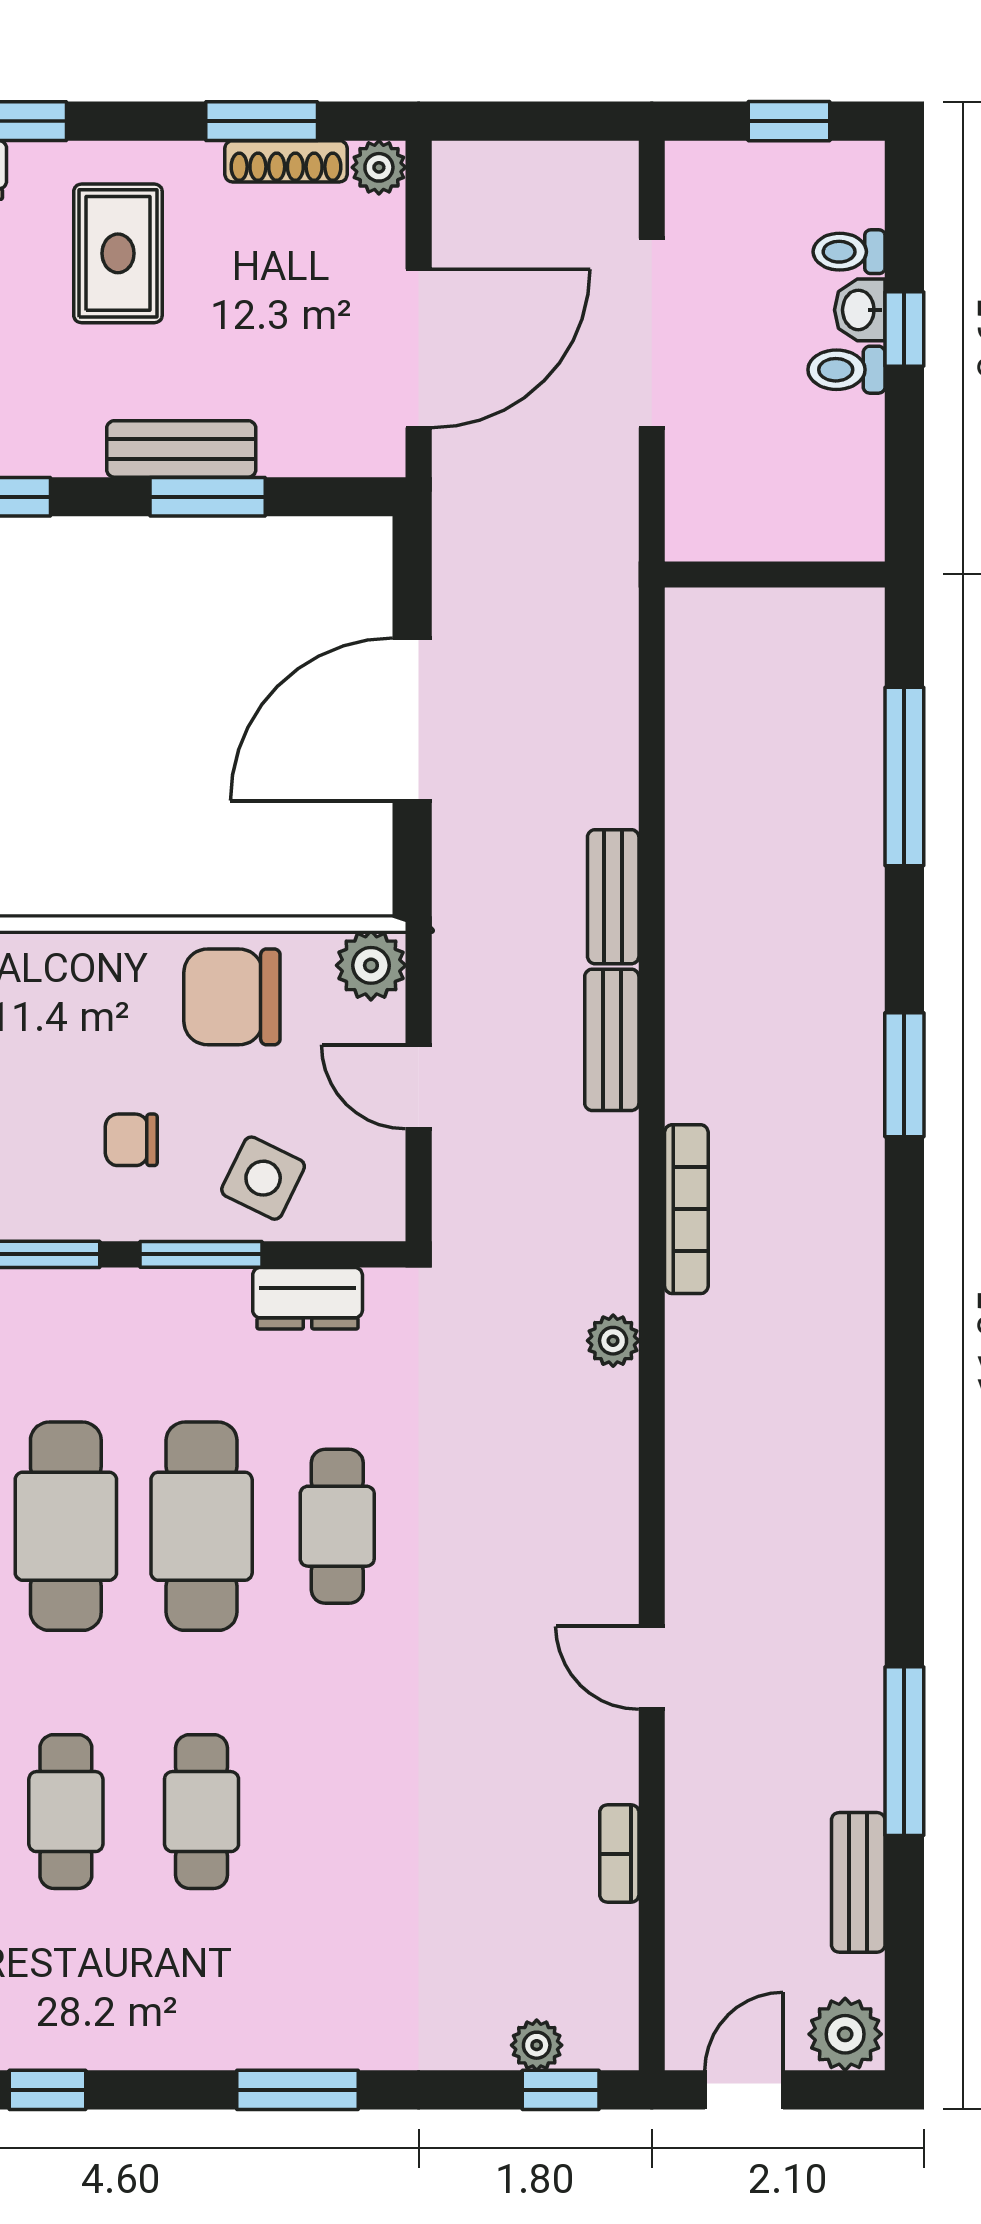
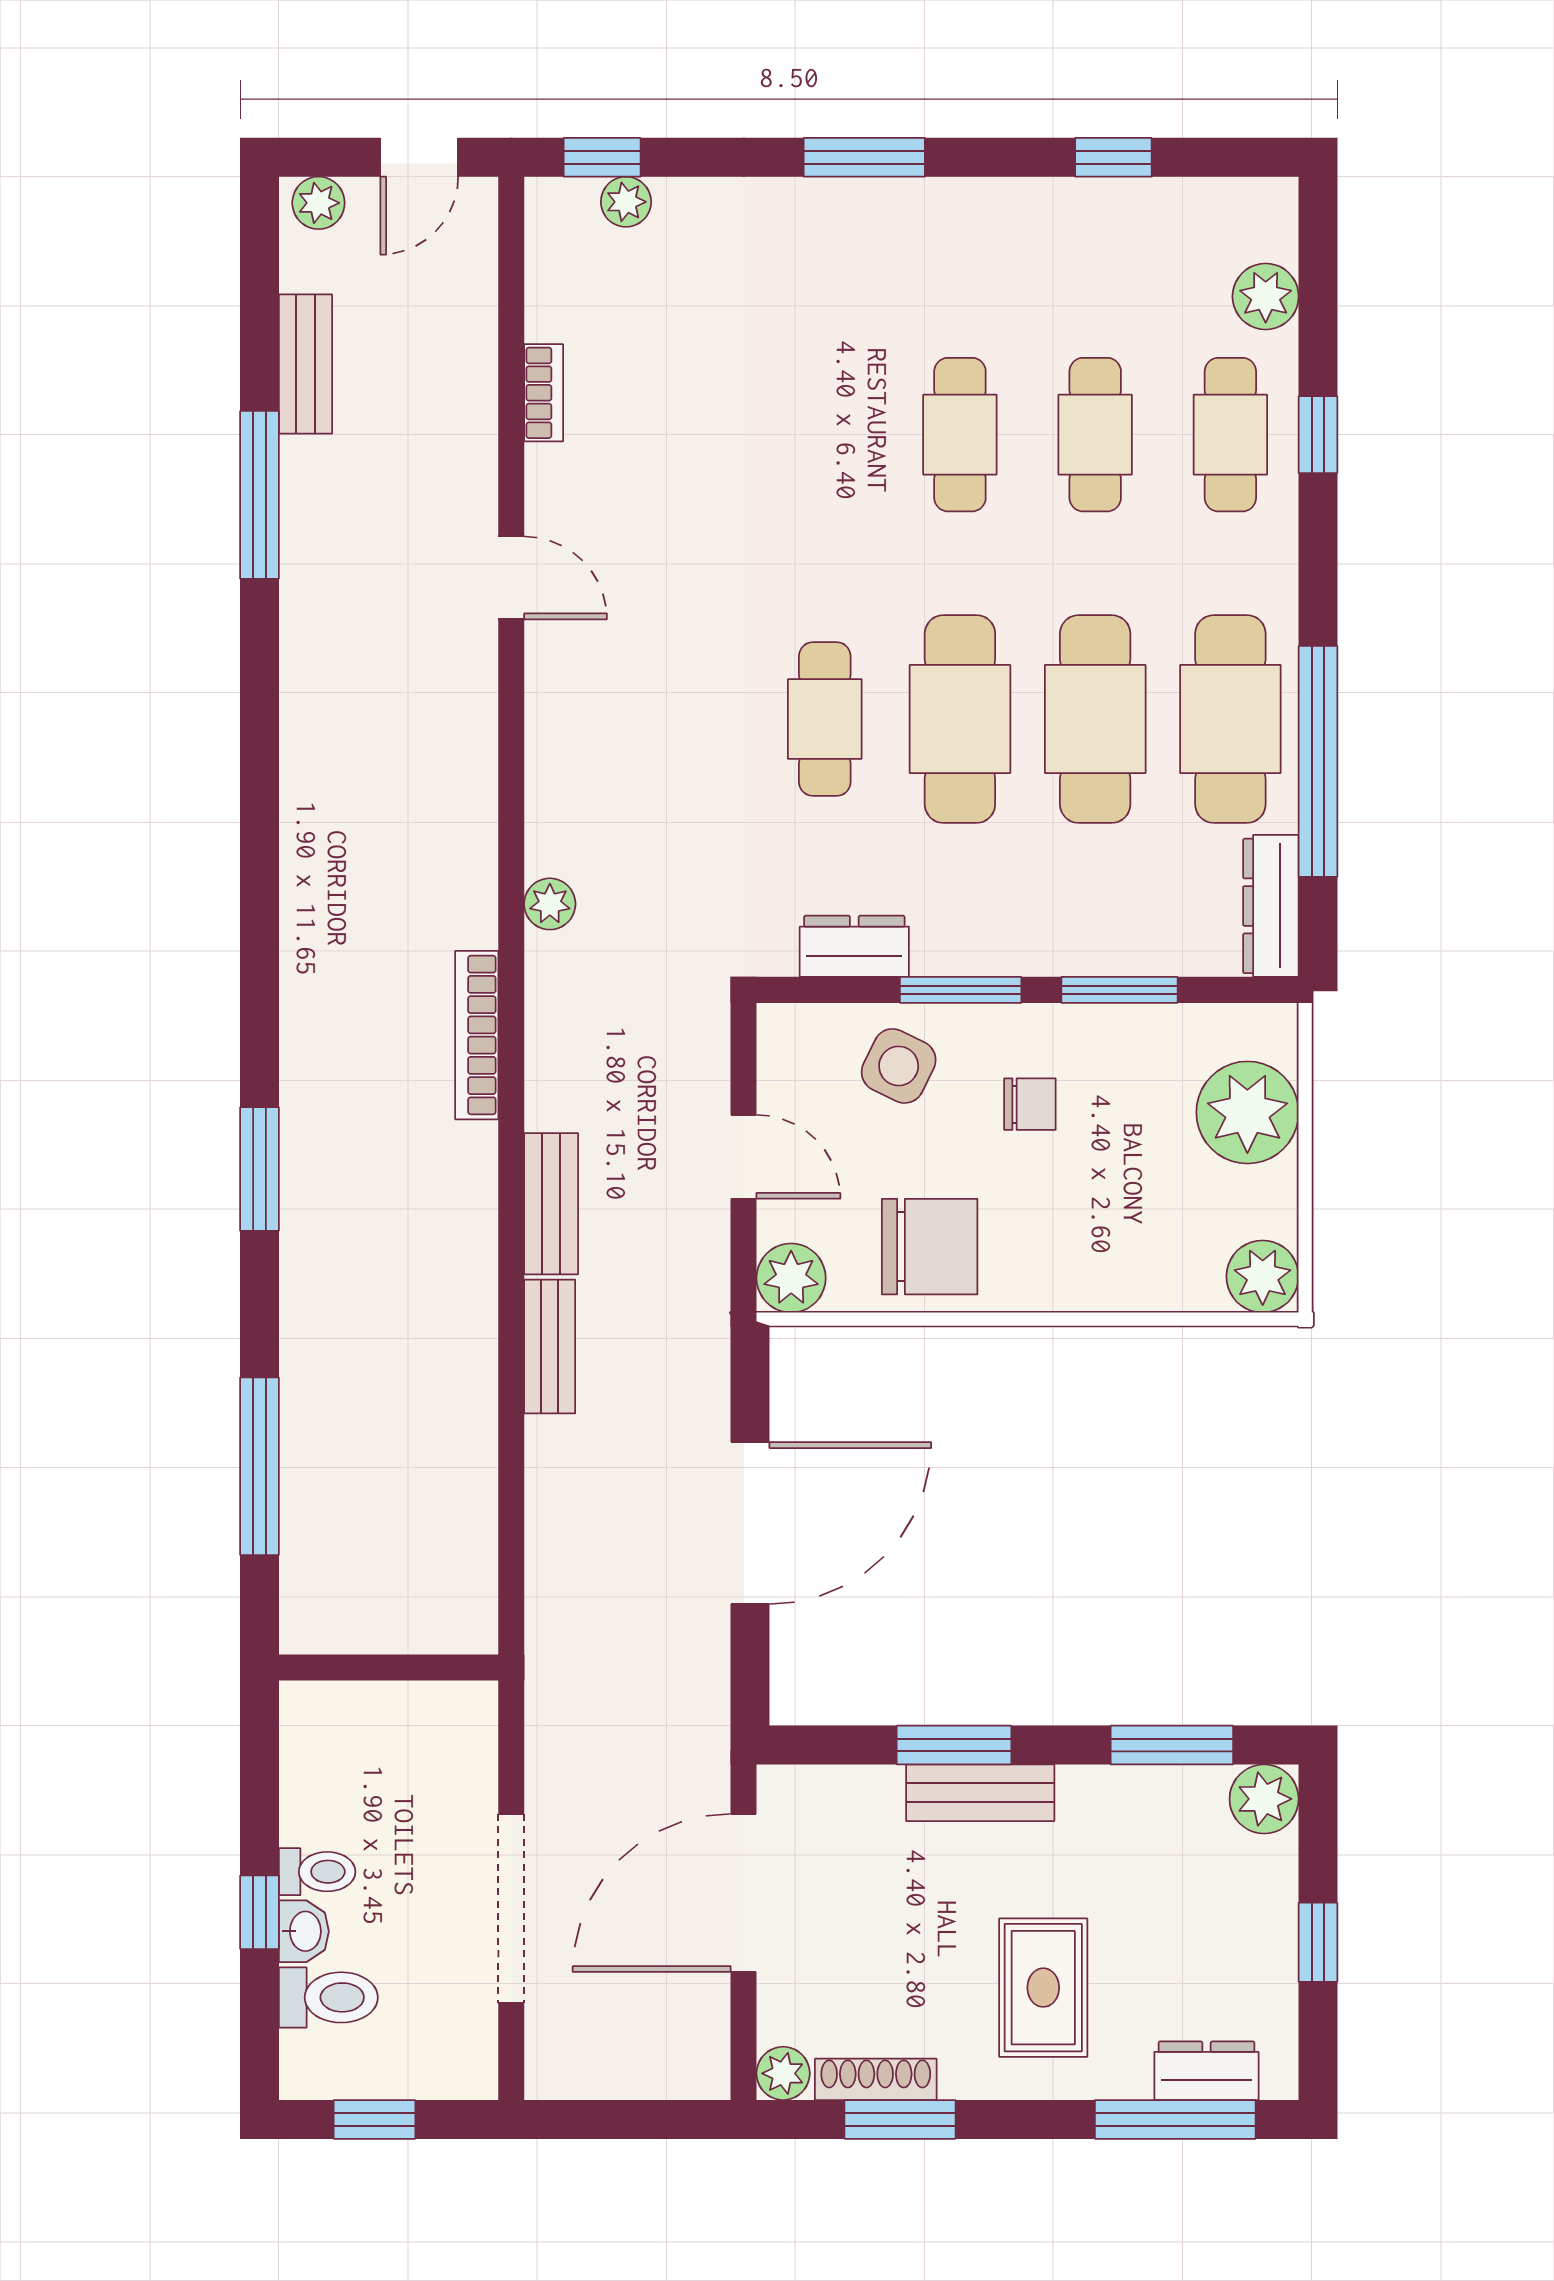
toilet: (849, 252) -> (328, 1997), width x1.37, depth x1.39
plant: (845, 2034) -> (318, 203), width x0.73, depth x0.73

